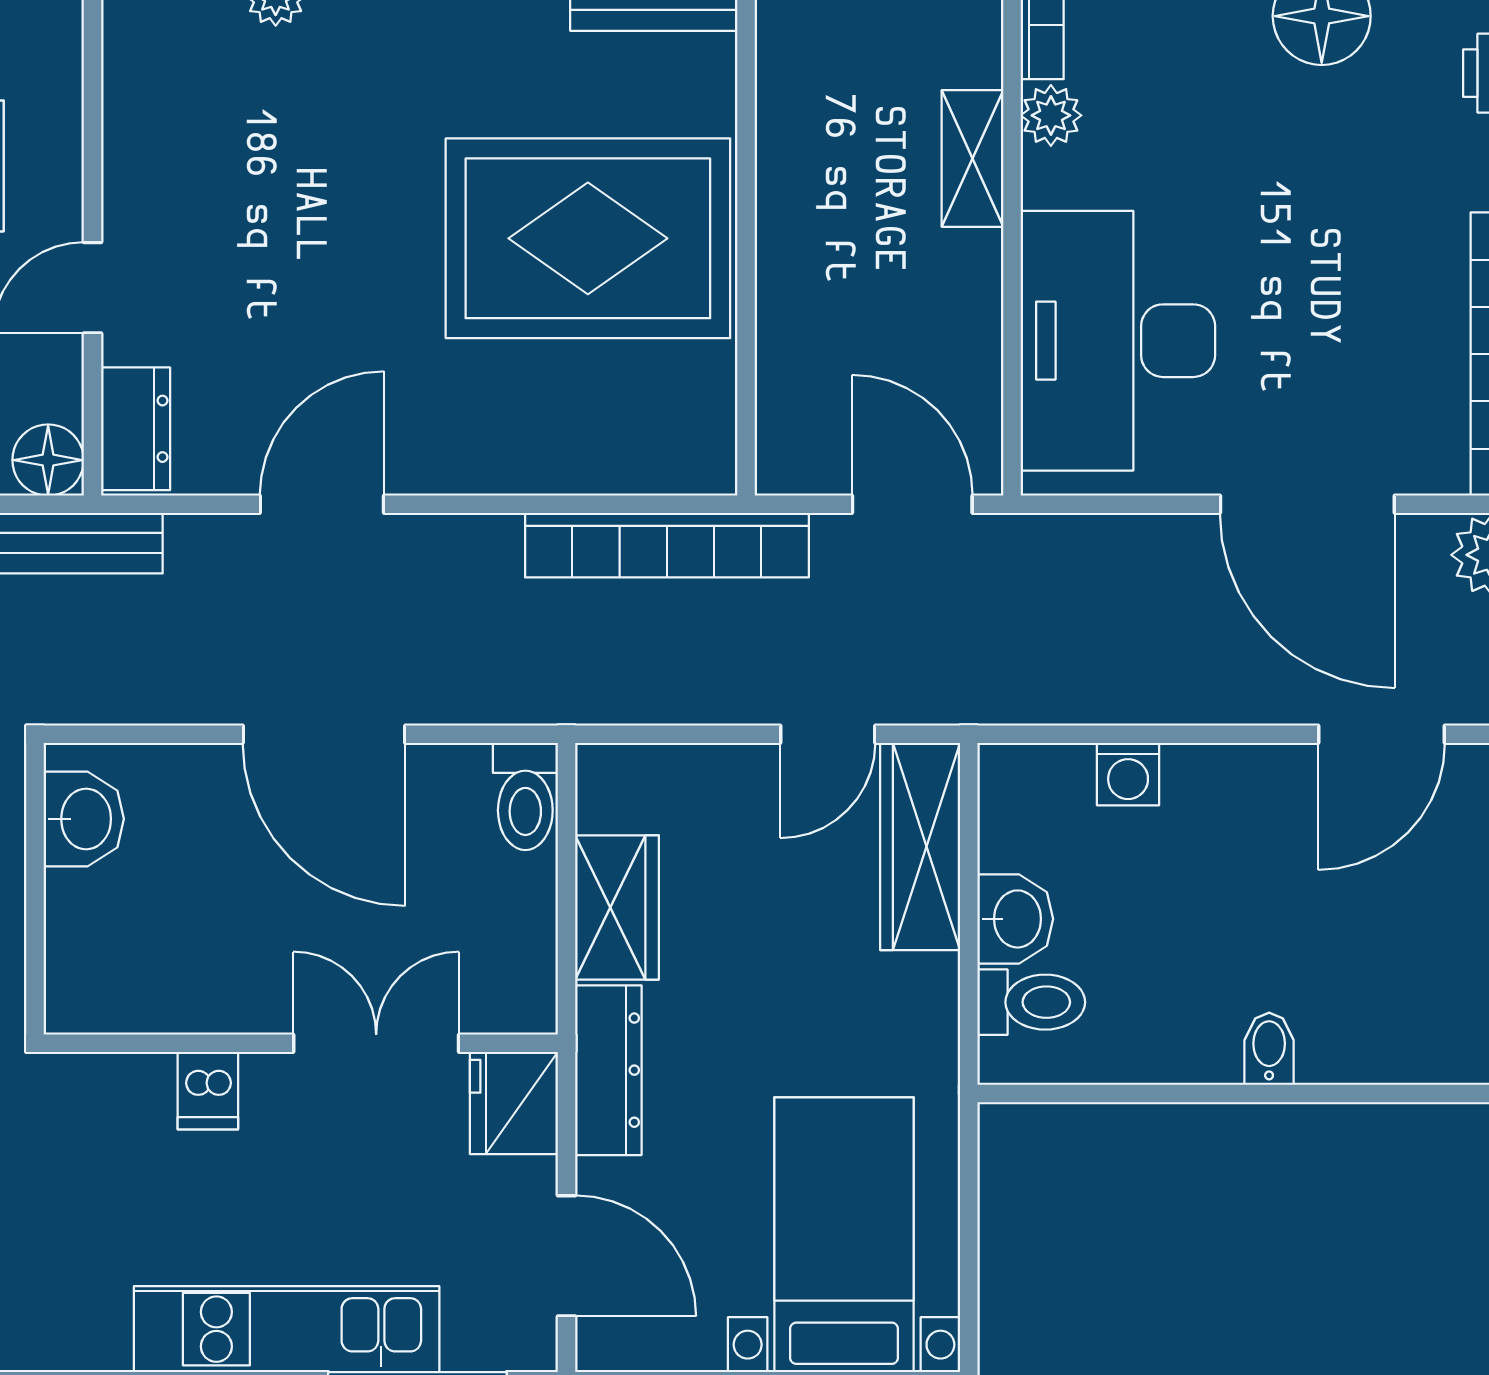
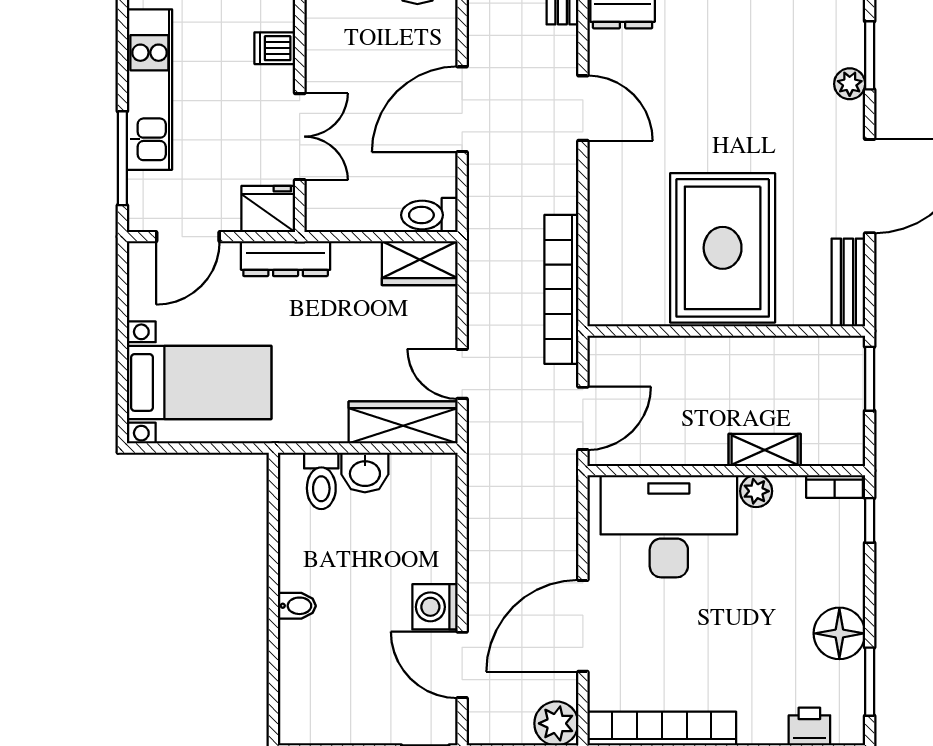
plant: (1051, 115) -> (756, 491), moved
washing machine: (1128, 774) -> (435, 607), moved, width x1.38, depth x1.38
wardrobe: (617, 907) -> (420, 263), moved

